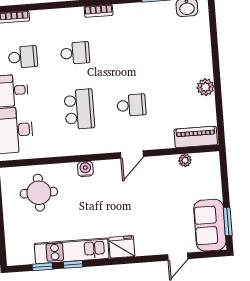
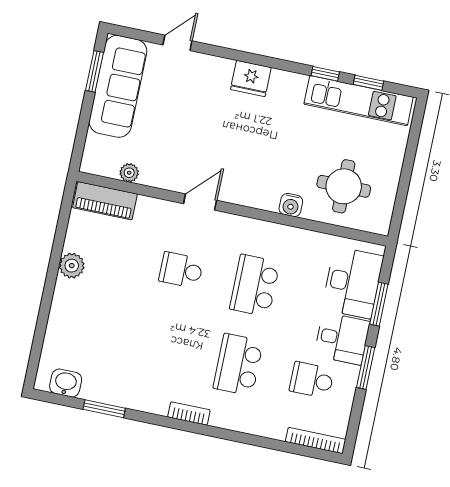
school desk: (75, 53) -> (238, 365), width x1.85
water cooler: (85, 169) -> (291, 205), moved
sofa: (210, 225) -> (118, 86), width x1.36
kitchen unit: (72, 251) -> (359, 101), moved

